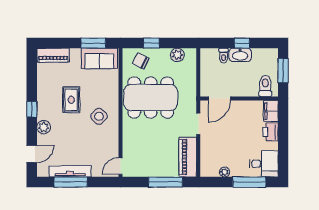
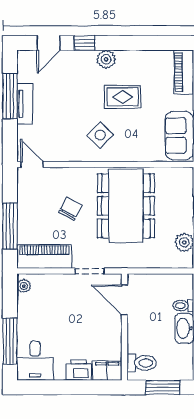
chair: (141, 61) -> (70, 209), moved
window: (32, 109) -> (85, 43), moved
plant: (44, 127) -> (106, 59), moved
door: (32, 154) -> (49, 43), hinge flipped
tv unit: (70, 171) -> (25, 104), width x0.71
plant: (225, 172) -> (24, 286), moved

